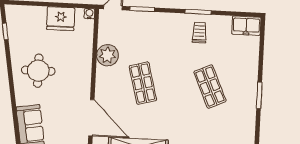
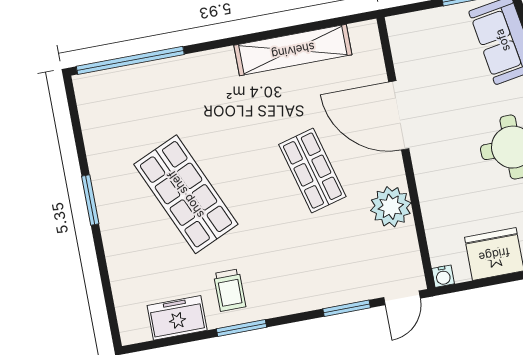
freezer: (246, 26) -> (177, 318), moved
shop shelf: (210, 87) -> (186, 194), width x1.43, depth x1.36
door: (91, 118) -> (399, 115), moved

